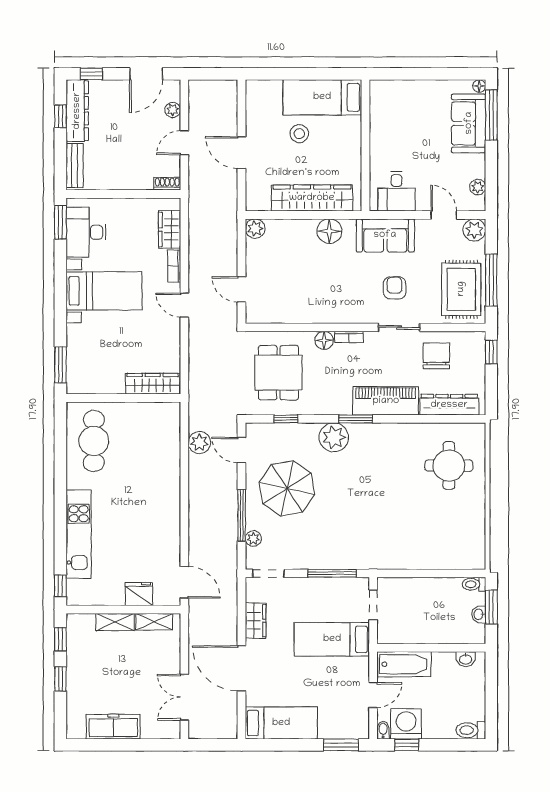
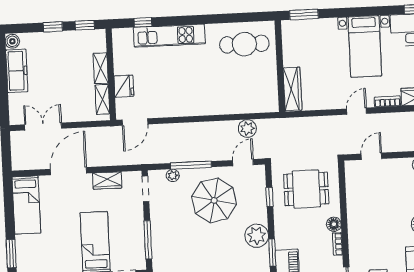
window: (60, 586) -> (143, 22), moved
boiler: (76, 730) -> (12, 41), added

